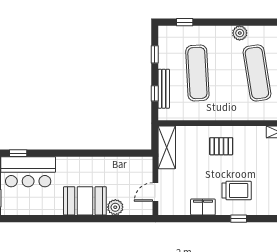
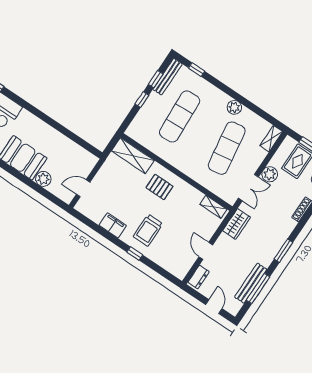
bench: (164, 89) -> (168, 77), moved
window: (155, 93) -> (142, 100), moved
shelving: (167, 147) -> (133, 156), moved, turned 90
trolley: (237, 191) -> (148, 230), turned 90

